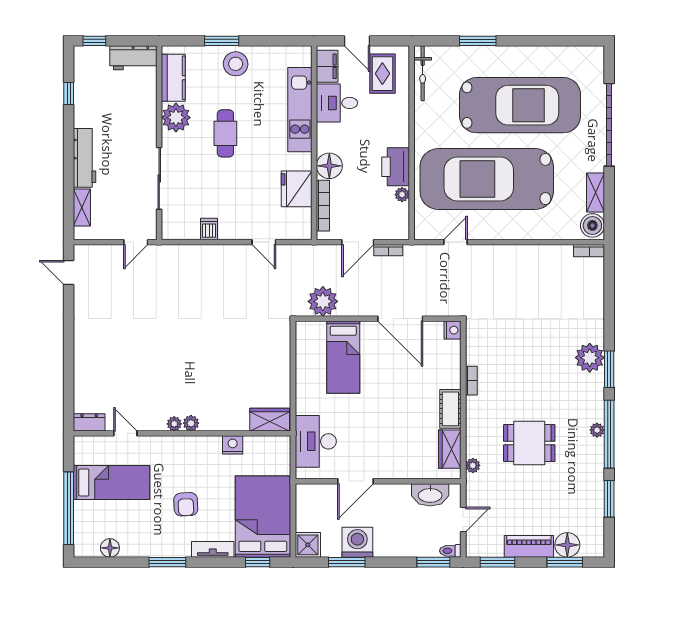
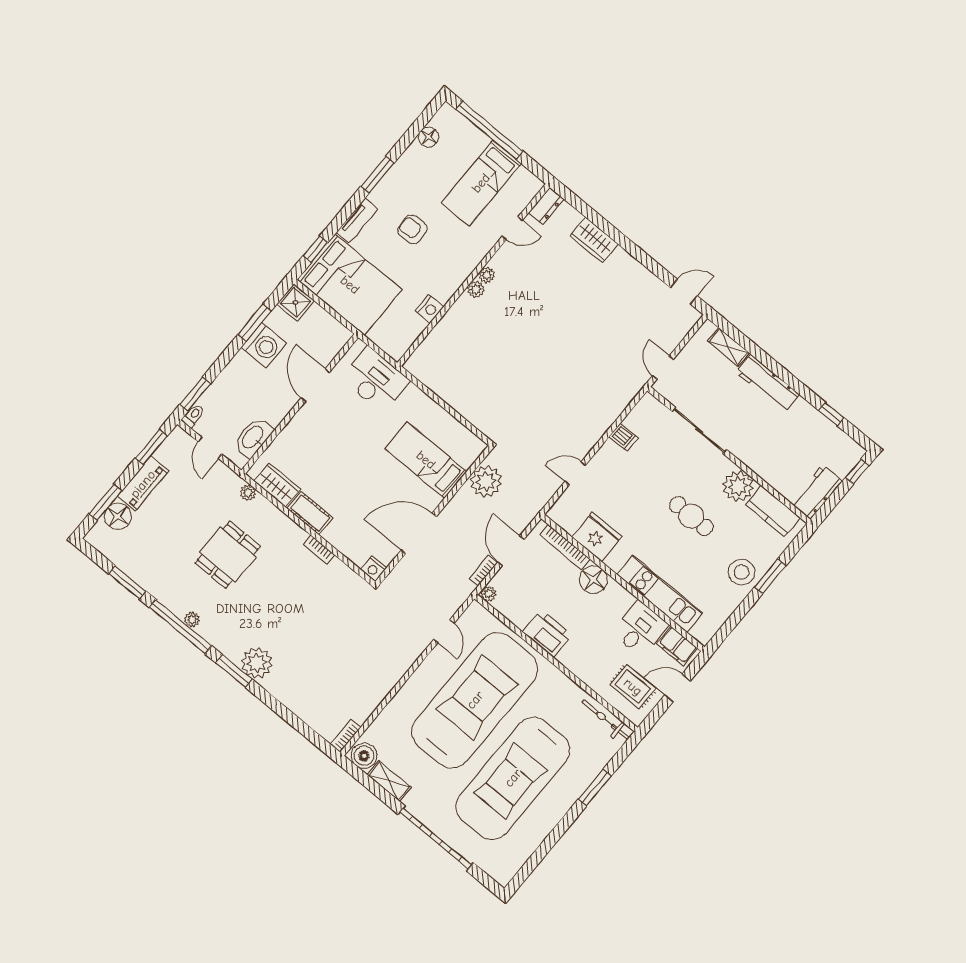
plant: (402, 195) -> (488, 594), moved
wardrobe: (270, 420) -> (594, 240), moved, turned 90

